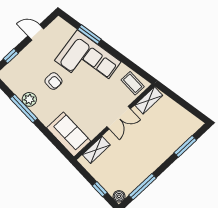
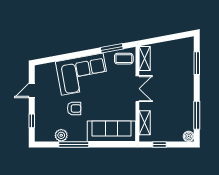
window: (89, 34) -> (112, 48), moved
plant: (29, 99) -> (61, 135), moved
sofa: (69, 134) -> (112, 131), width x1.36
window: (100, 189) -> (160, 144), moved

